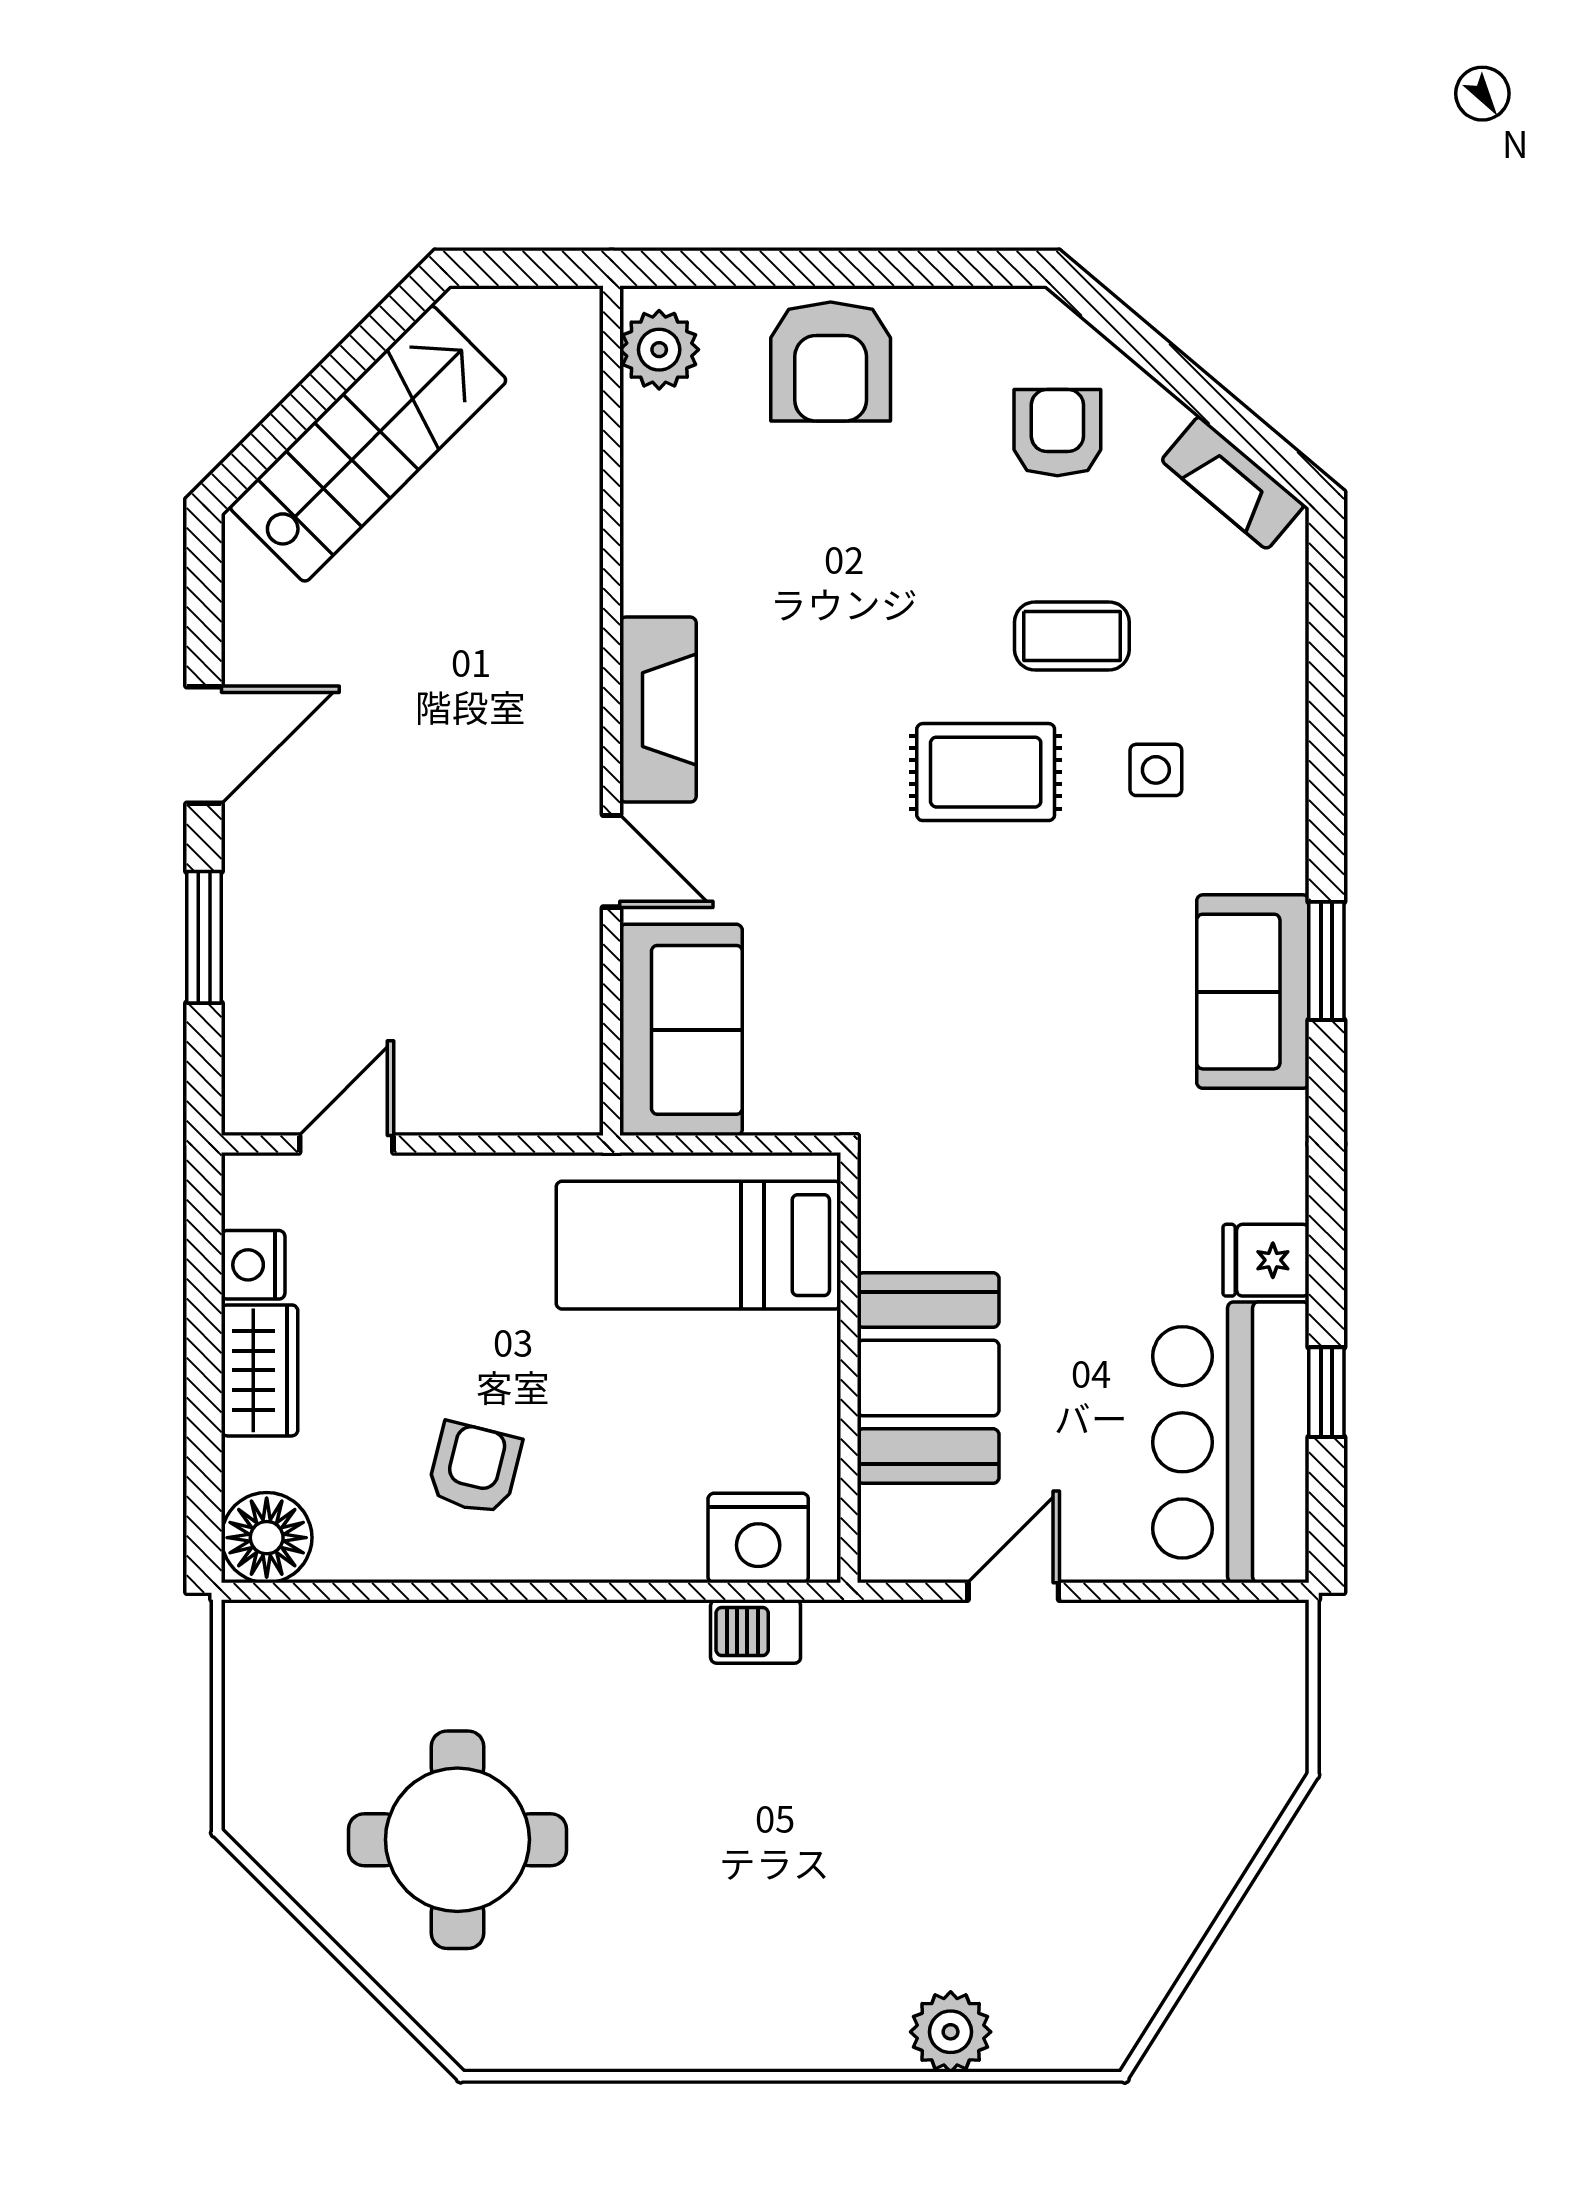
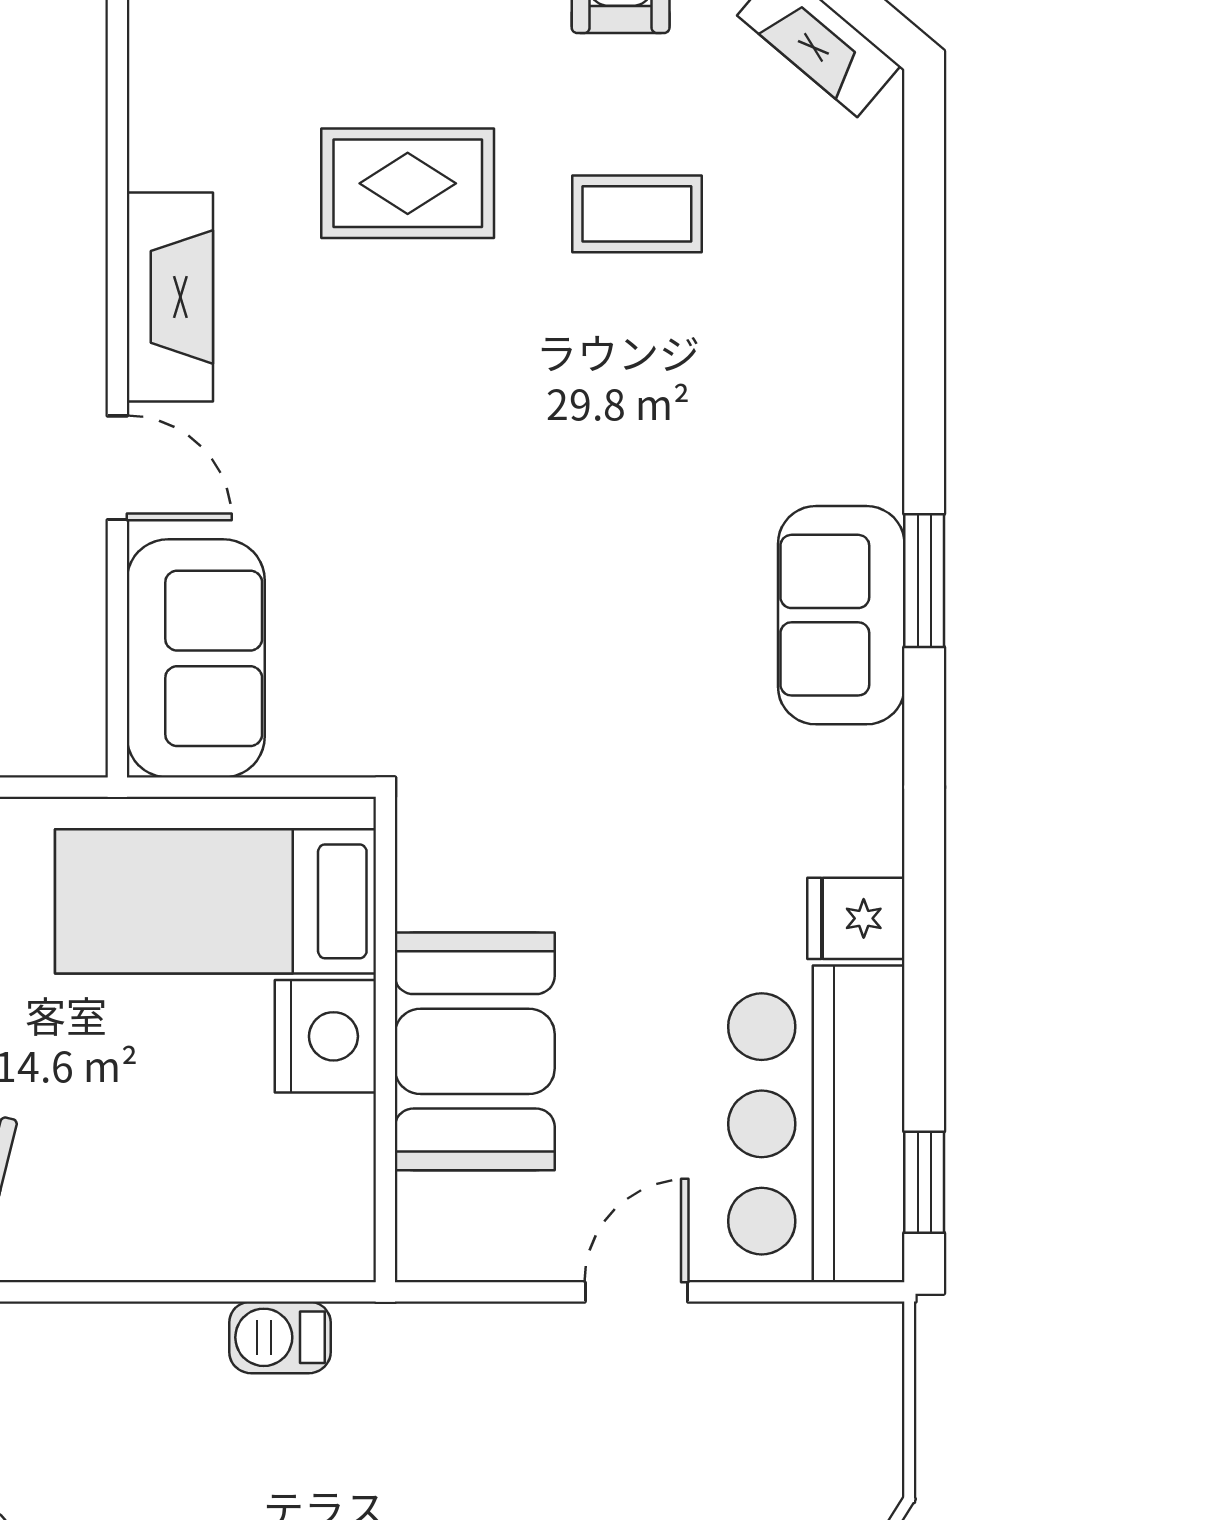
side table: (1156, 770) -> (732, 365), removed
rug: (986, 772) -> (408, 183), moved
window: (1326, 1392) -> (924, 1182), moved
nightstand: (758, 1538) -> (325, 1036), moved, turned -90
door: (1013, 1591) -> (636, 1292), moved

